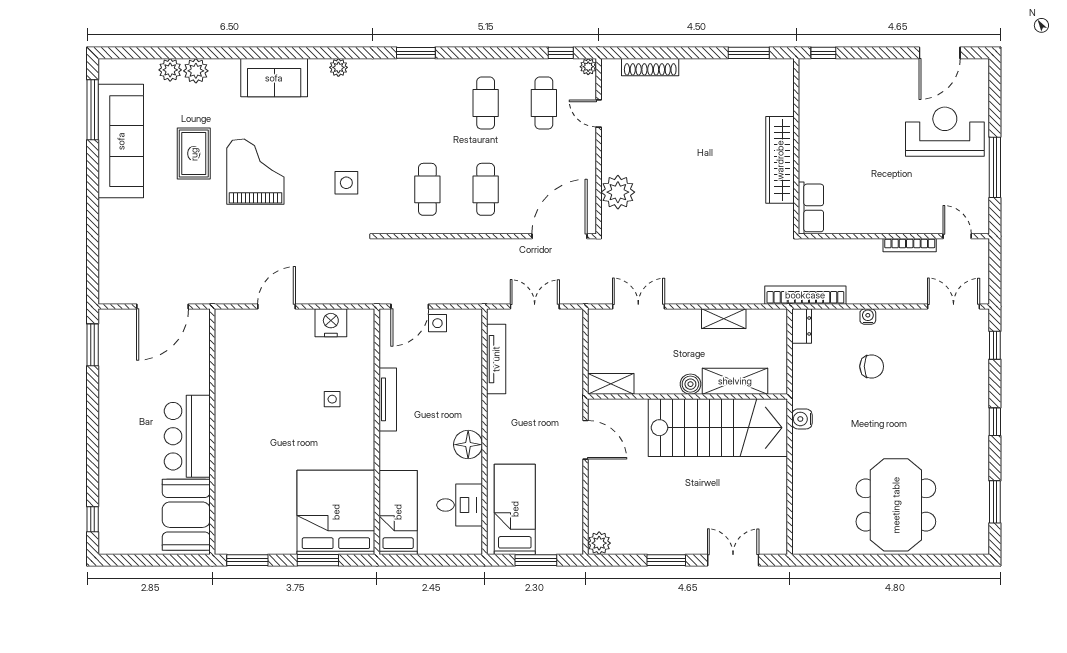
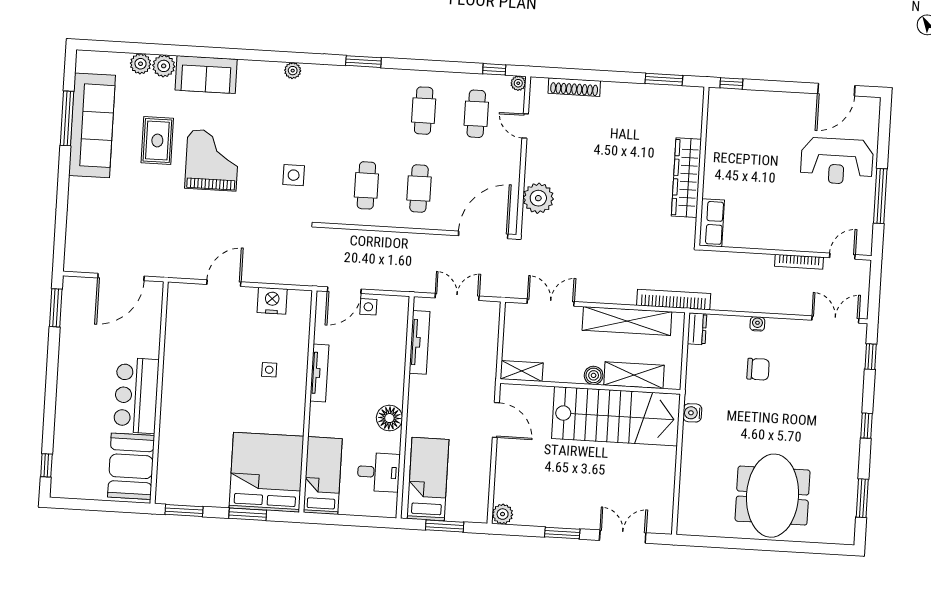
sofa: (274, 78) -> (206, 75), moved
window: (93, 110) -> (67, 118), moved
reception desk: (945, 132) -> (837, 161), turned 180
door: (957, 236) -> (842, 256), hinge flipped
bookcase: (805, 295) -> (674, 299), moved
shelving: (724, 319) -> (627, 321), width x2.20, depth x1.33

